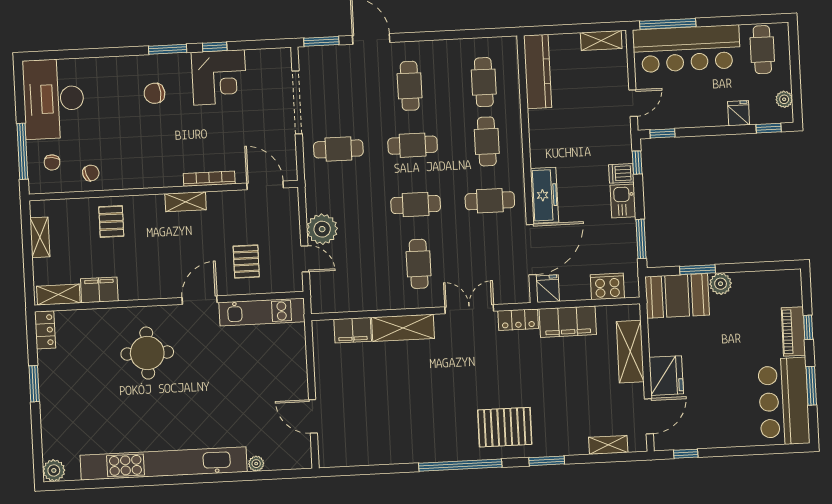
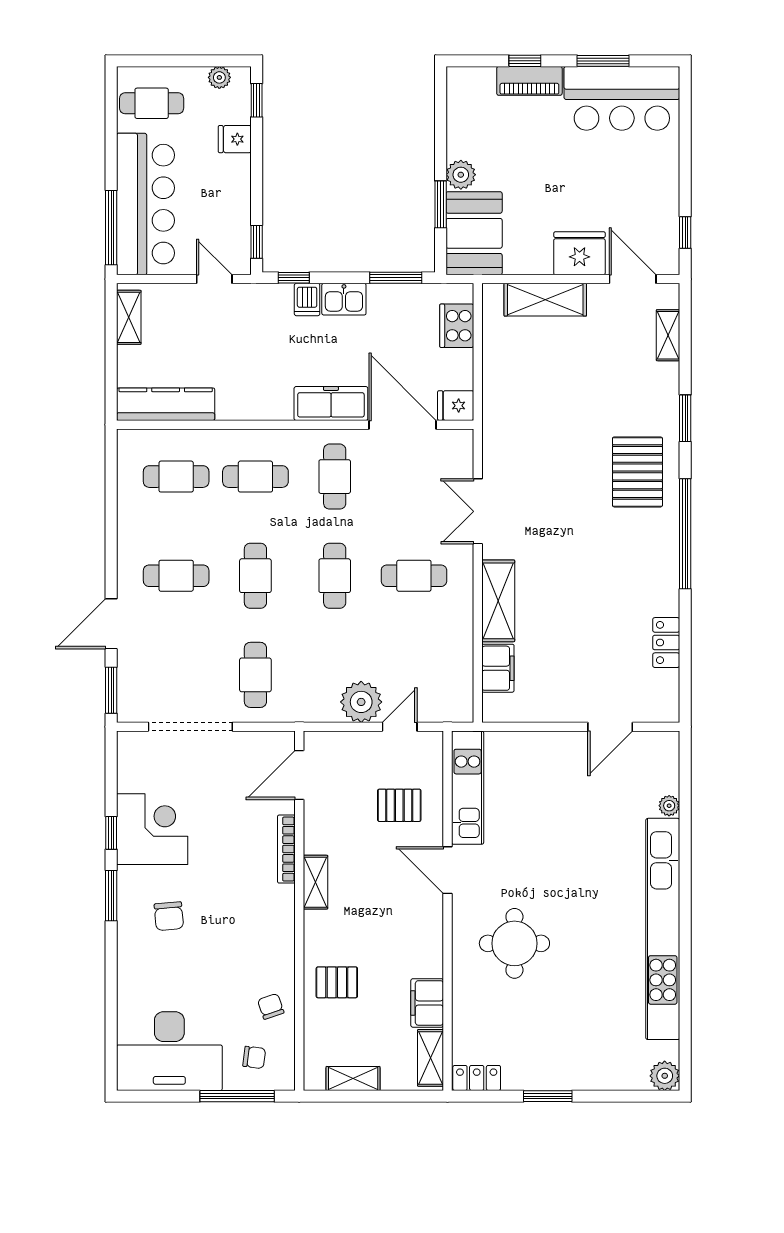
locker: (518, 320) -> (666, 643), moved, turned 180
filing cabinet: (568, 322) -> (501, 381), removed

